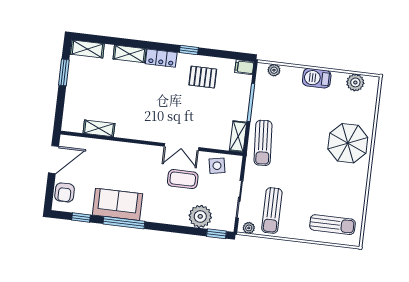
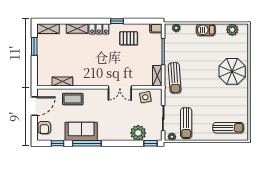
coffee table: (183, 179) -> (73, 99), moved

